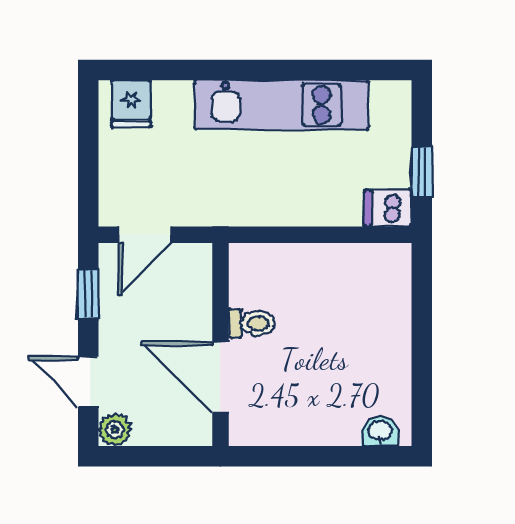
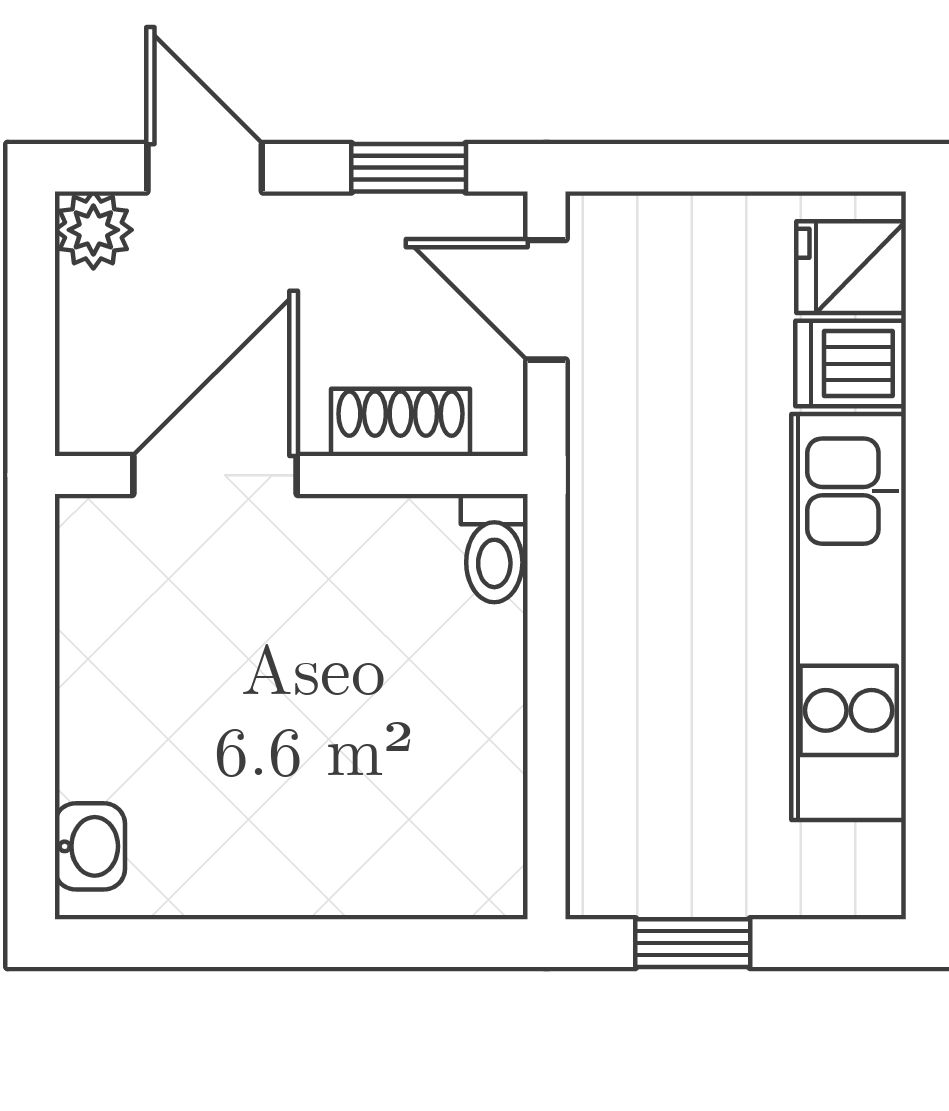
dishwasher: (388, 208) -> (851, 364), moved, turned -90
shoe rack: (198, 297) -> (401, 422), added
toilet: (252, 323) -> (494, 548), moved
door: (88, 382) -> (205, 168), hinge flipped

